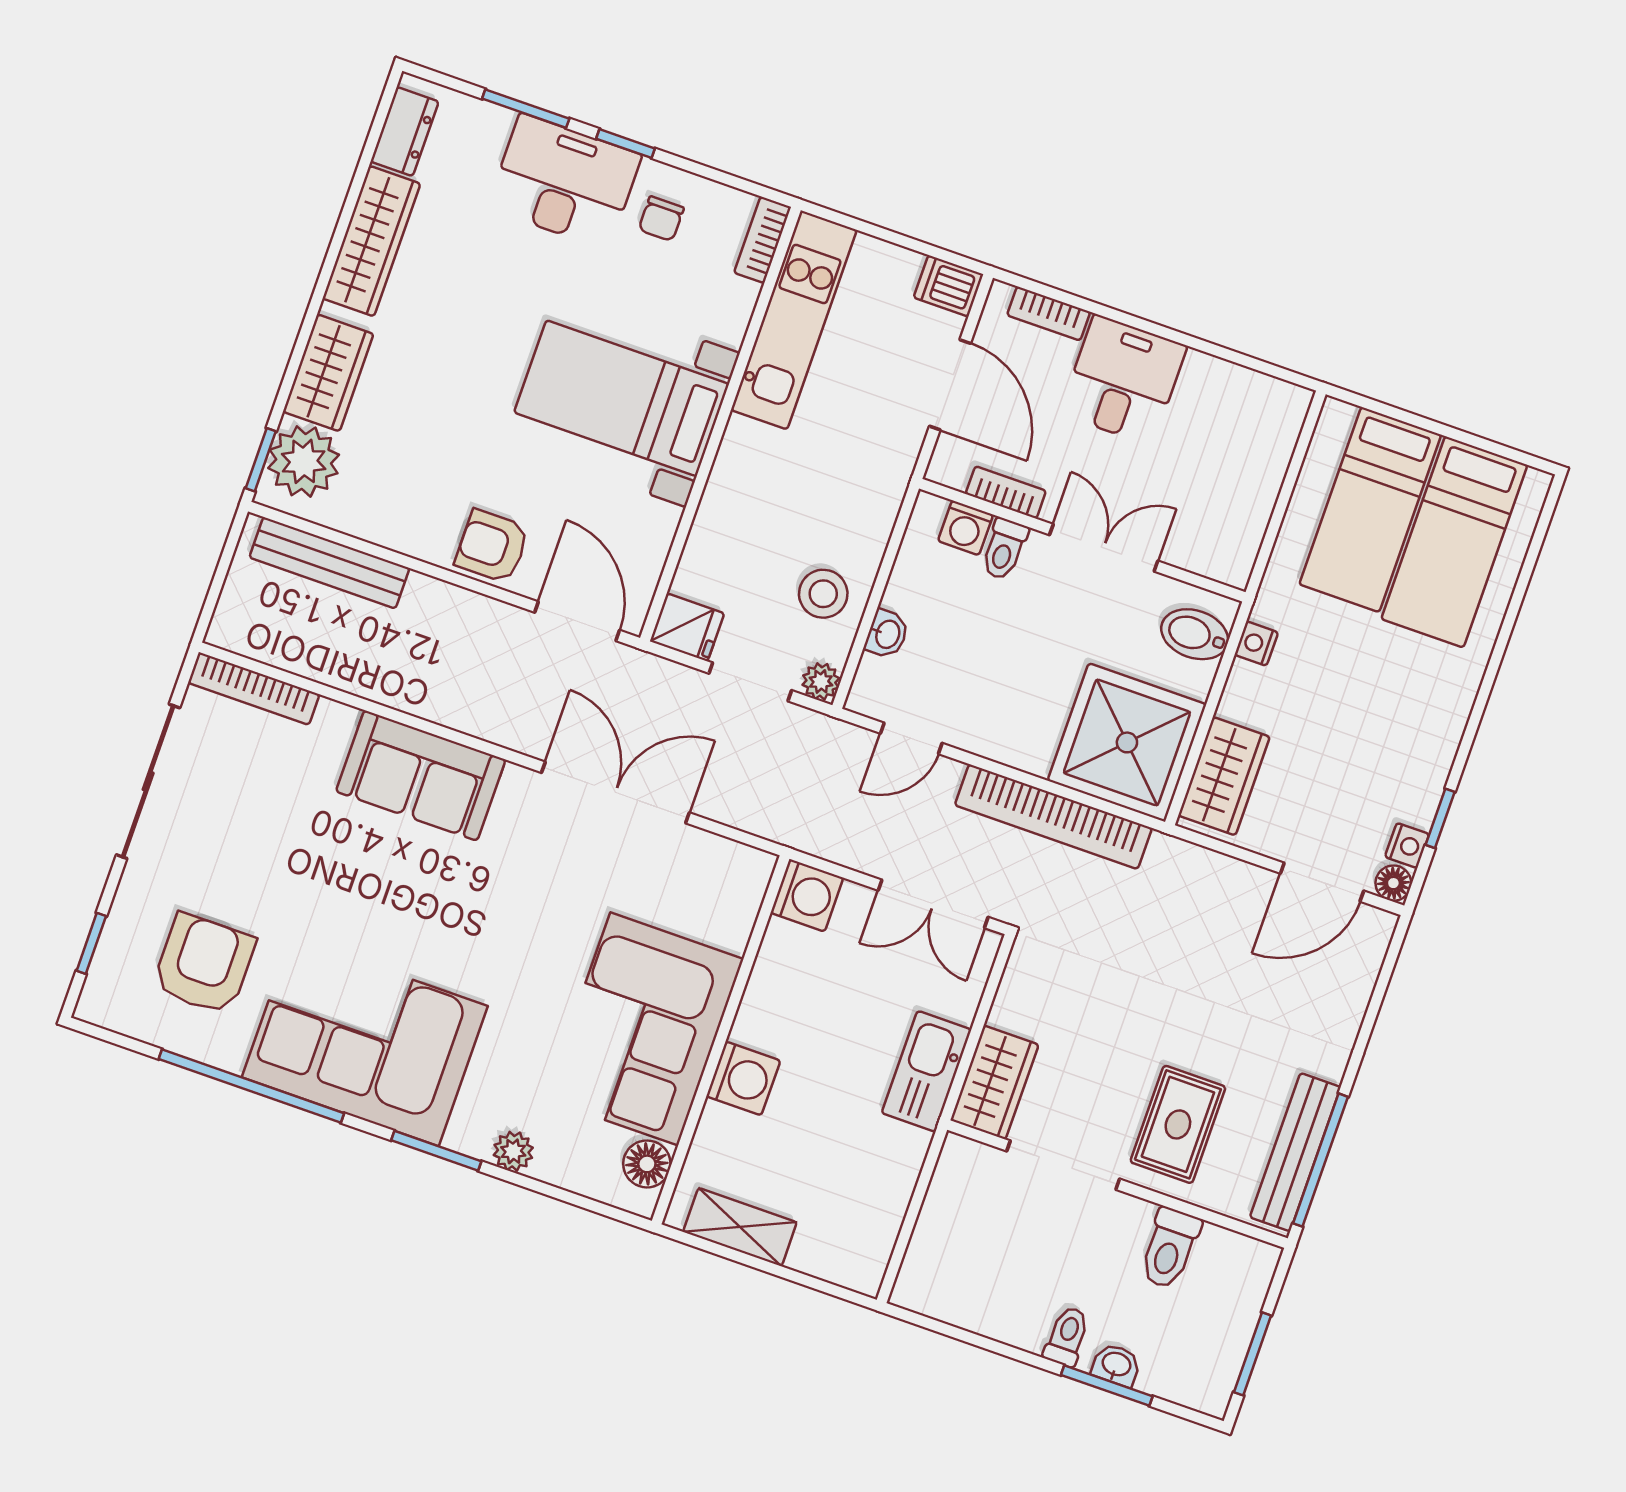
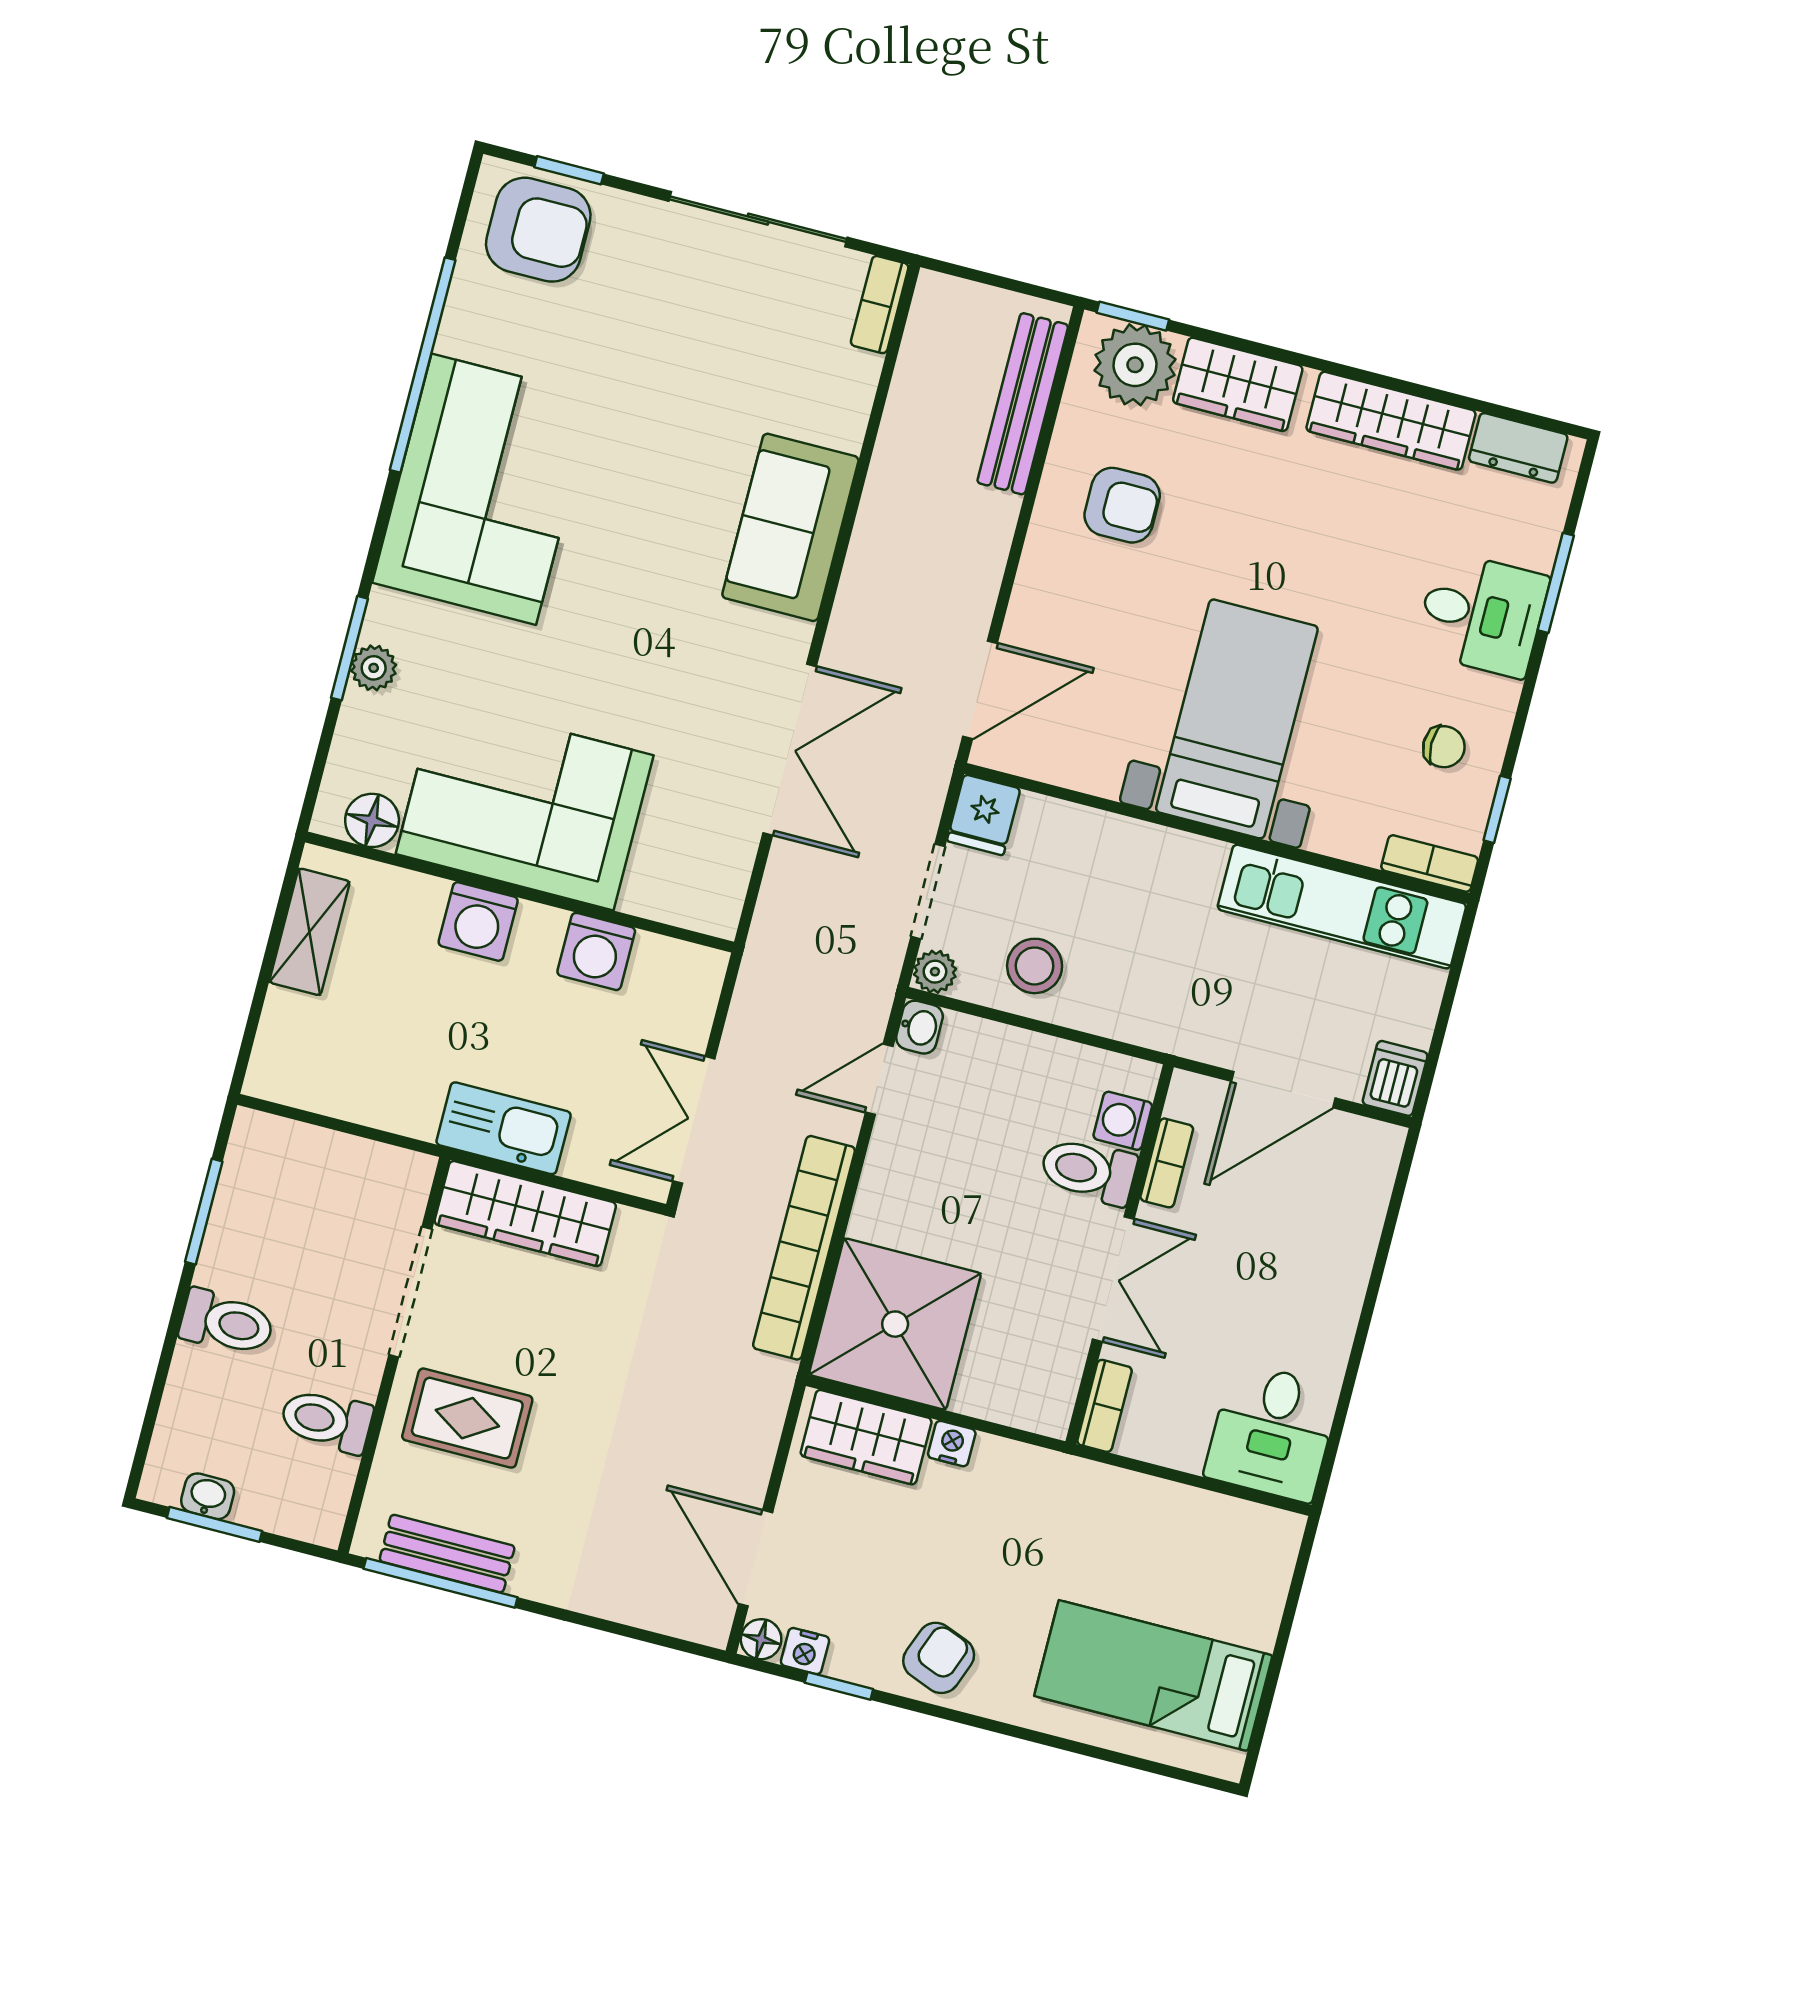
window: (625, 144) -> (1497, 809), moved
desk: (564, 182) -> (1482, 614), width x0.73
chair: (661, 219) -> (1444, 747), turned 180
bookcase: (1049, 313) -> (1105, 1406), moved, turned 180
desk: (1123, 380) -> (1272, 1432), moved, turned 90
bed: (1370, 510) -> (1182, 1577), removed
armchair: (492, 546) -> (1122, 505), moved, turned 90
toilet: (1004, 549) -> (1088, 1171), width x1.37, depth x1.39
washbasin: (887, 634) -> (919, 1027), moved, turned -90
bidet: (1195, 634) -> (1024, 1390), removed
nightstand: (1256, 644) -> (952, 1444), moved
bookcase: (254, 689) -> (880, 305), width x0.64
armchair: (1423, 729) -> (939, 1658), added
door: (911, 738) -> (879, 1079), hinge flipped
washing machine: (807, 895) -> (596, 951), moved
armchair: (204, 964) -> (538, 230), moved
wardrobe: (995, 1082) -> (525, 1214), width x1.50
window: (436, 1151) -> (349, 648), moved
bench: (1295, 1152) -> (447, 1554), width x0.73
toilet: (1067, 1336) -> (227, 1323), width x1.37, depth x1.39
washbasin: (1116, 1365) -> (208, 1496), moved, turned -90
window: (1107, 1386) -> (204, 1212), moved

